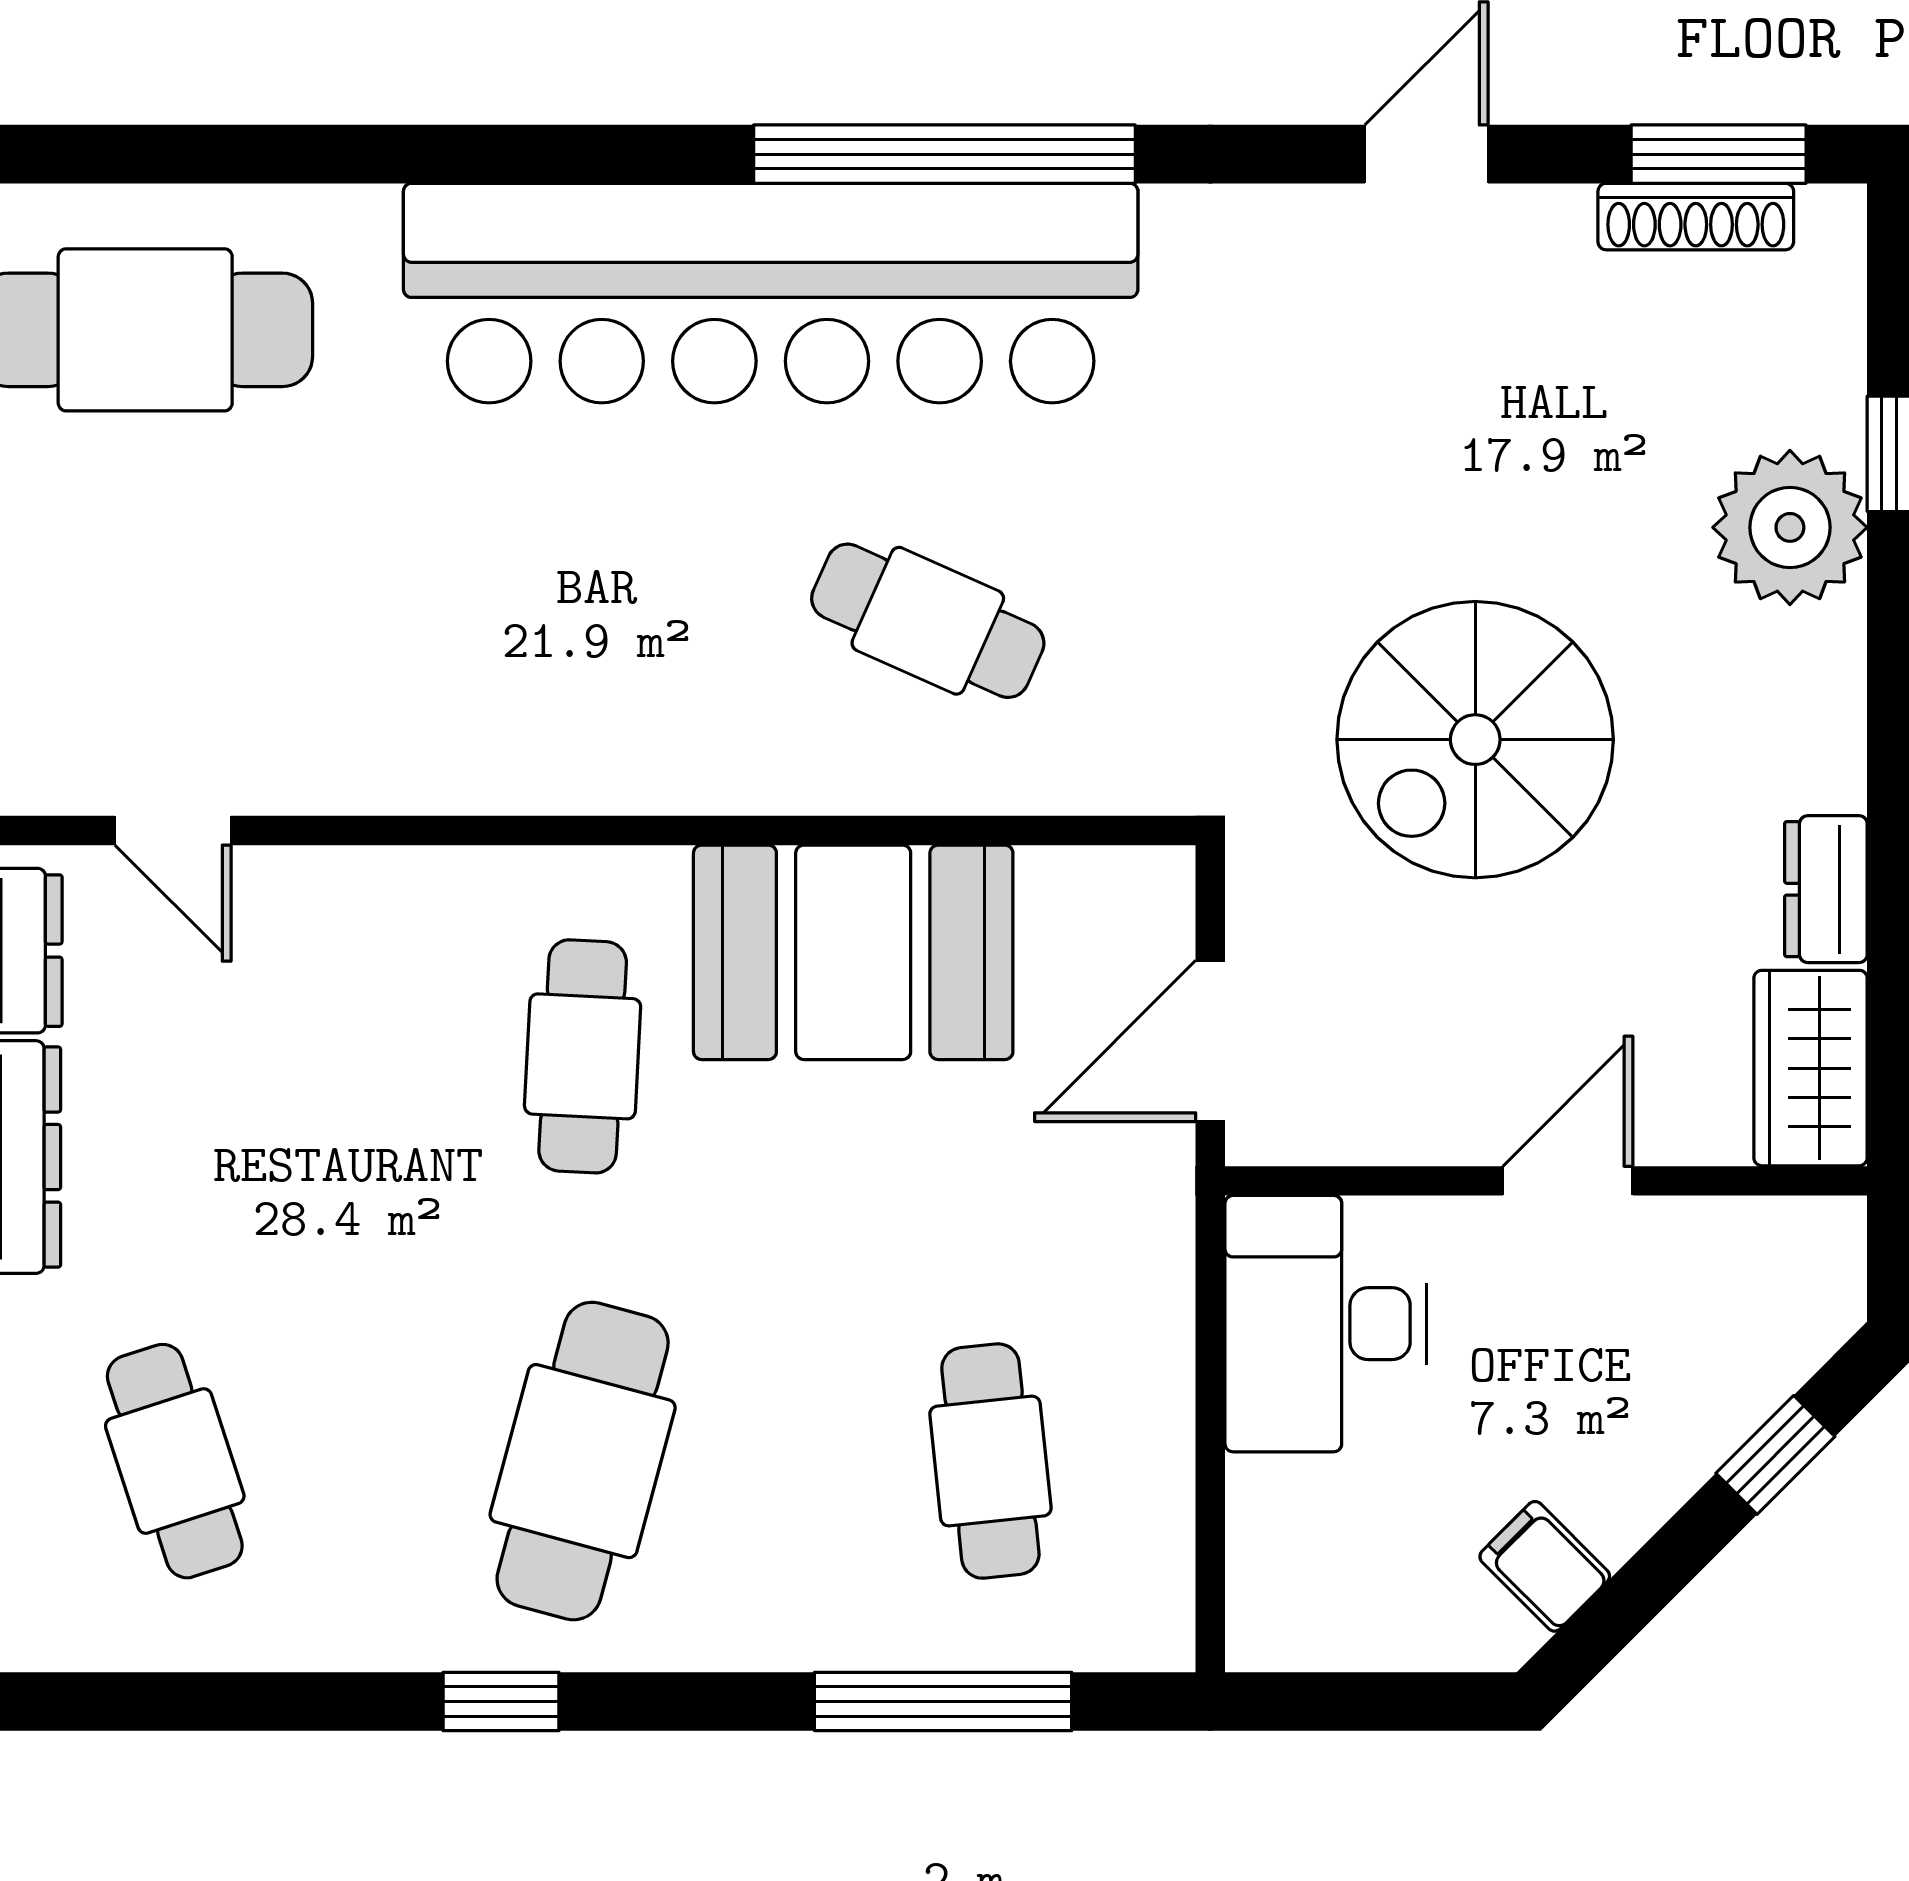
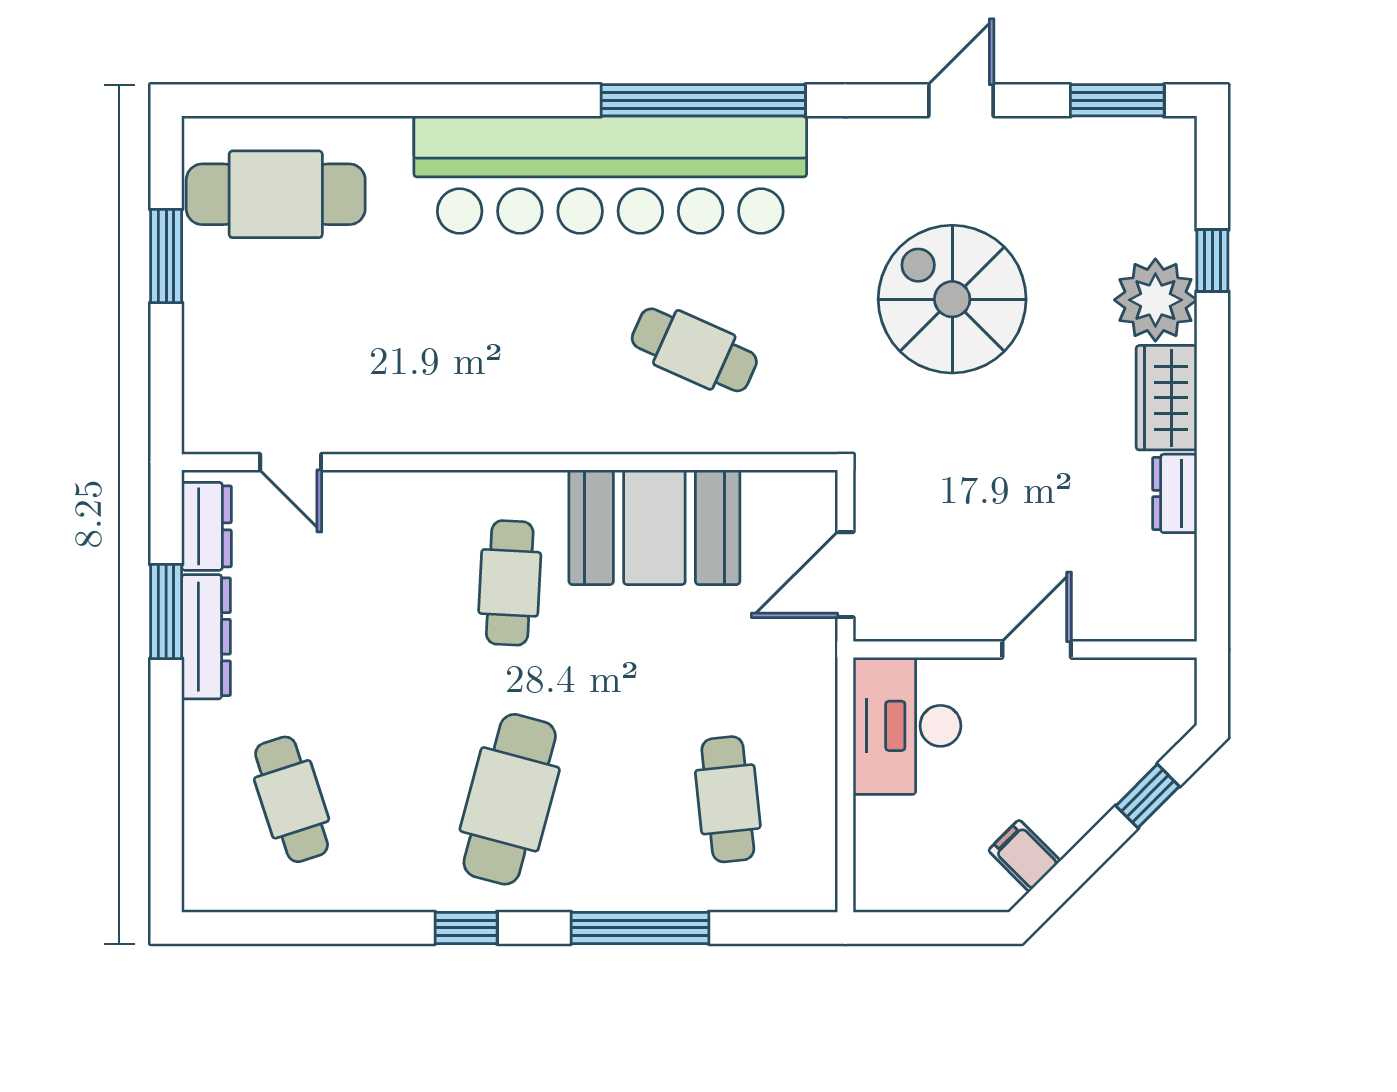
shoe rack: (1696, 217) -> (1105, 134), removed
spiral stairs: (1475, 740) -> (952, 299), moved, turned 90
wardrobe: (1811, 1068) -> (1166, 398), moved
window: (943, 1702) -> (640, 928), moved

